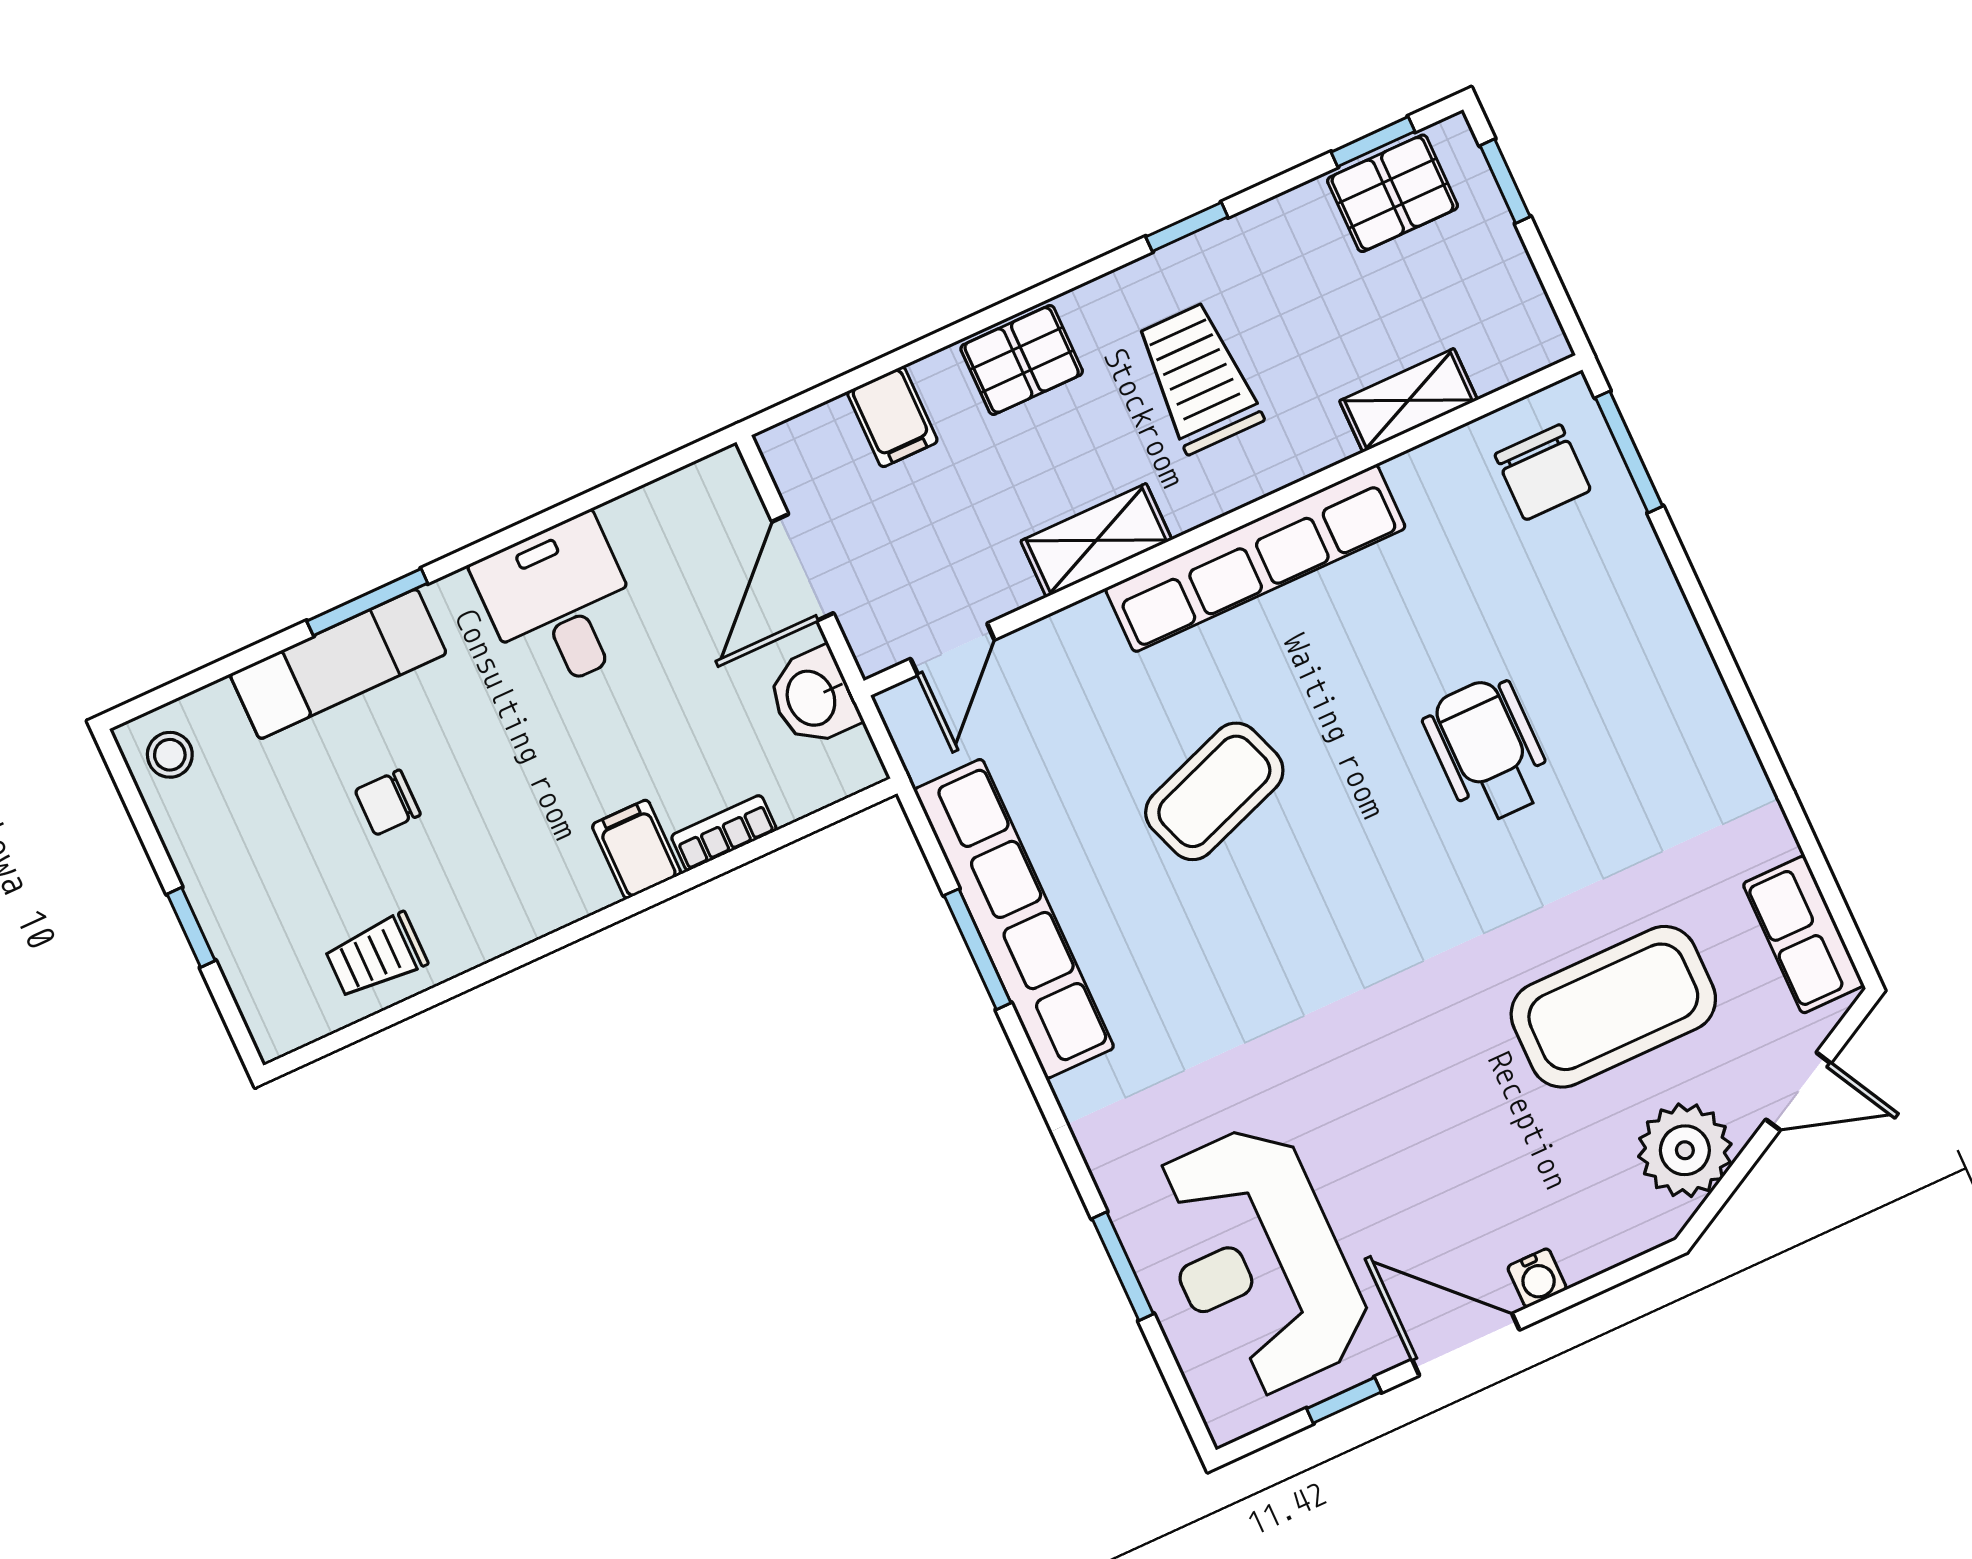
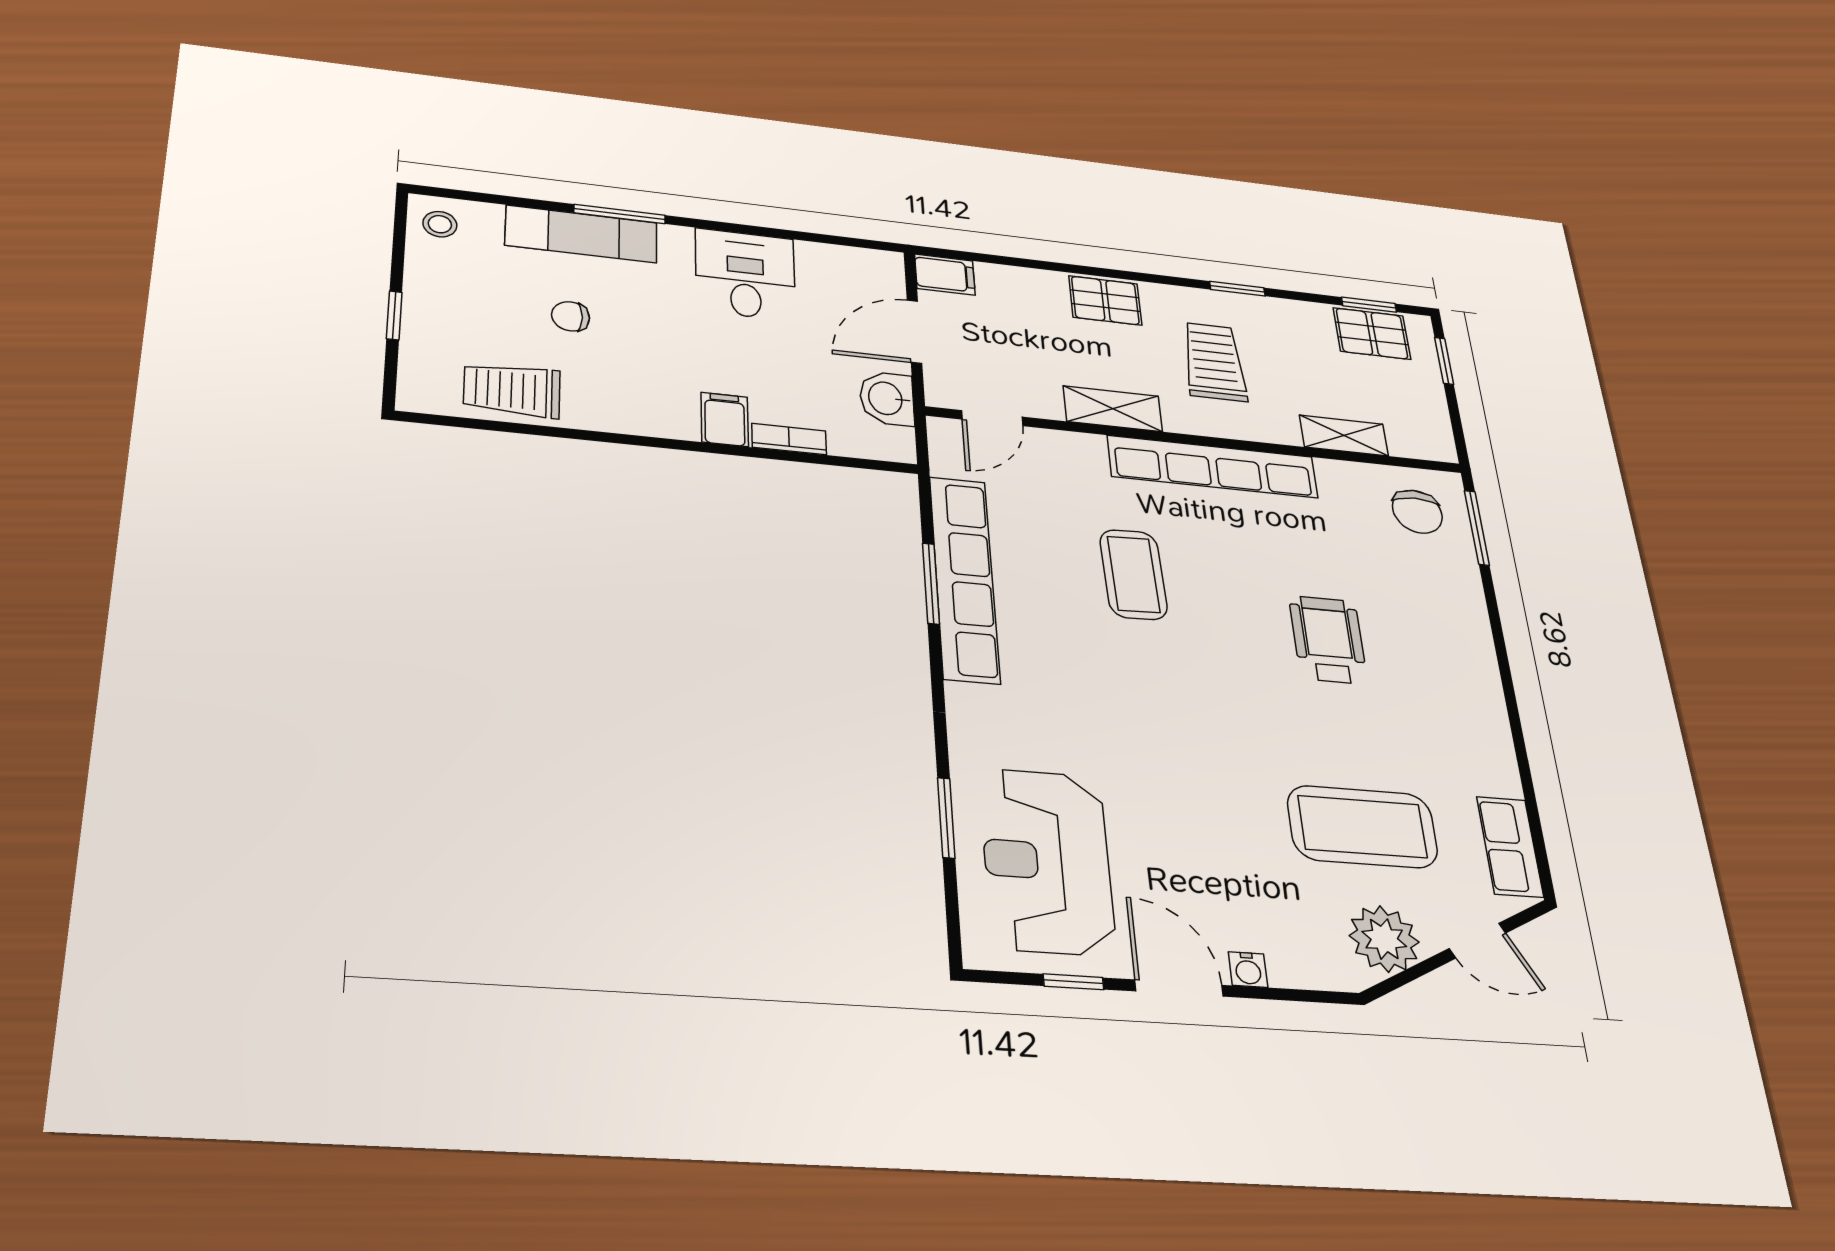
filing cabinet: (892, 417) -> (945, 275), moved, turned -90
coffee table: (1214, 791) -> (1133, 574), turned -72
trolley: (376, 956) -> (512, 390), width x1.36, depth x1.39

